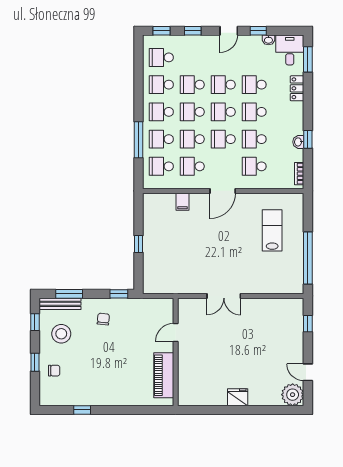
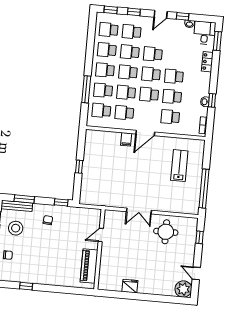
school desk: (254, 85) -> (132, 32), moved
filing cabinet: (182, 202) -> (126, 139), moved
round table: (262, 320) -> (166, 232), added
fridge: (238, 397) -> (130, 286), moved

